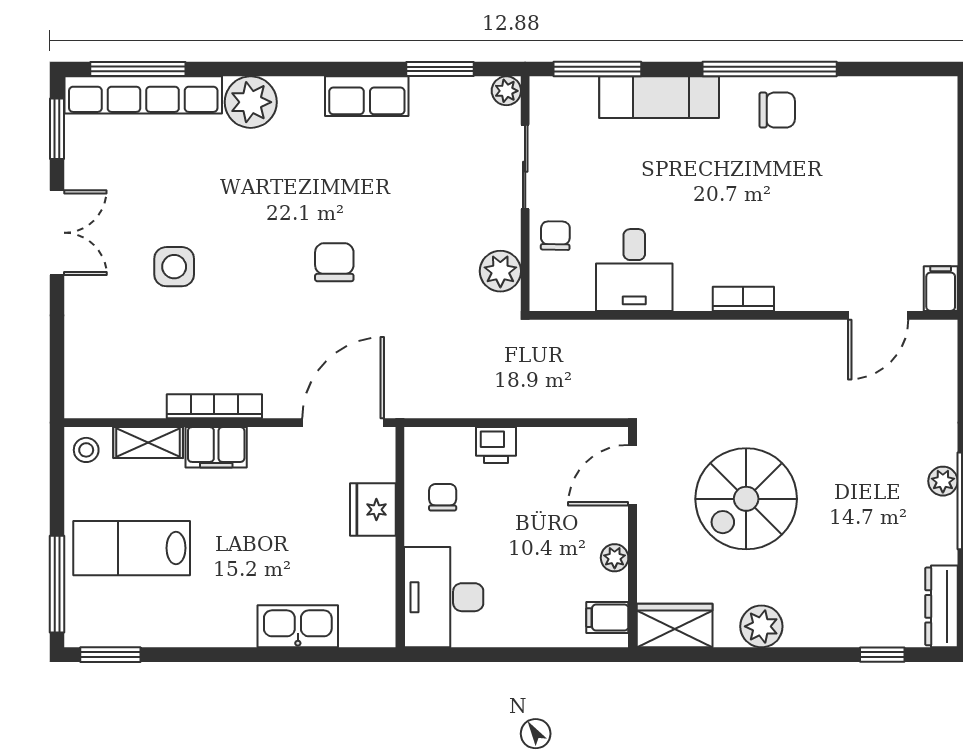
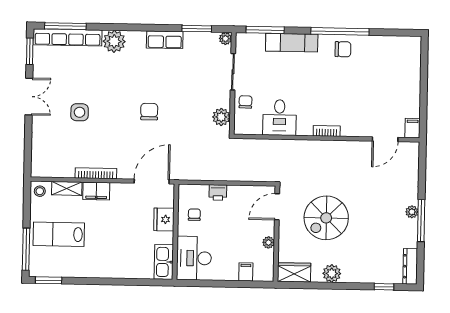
filing cabinet: (607, 618) -> (246, 272), moved, turned 90
kitchen sink: (298, 626) -> (164, 262), moved, turned -90

